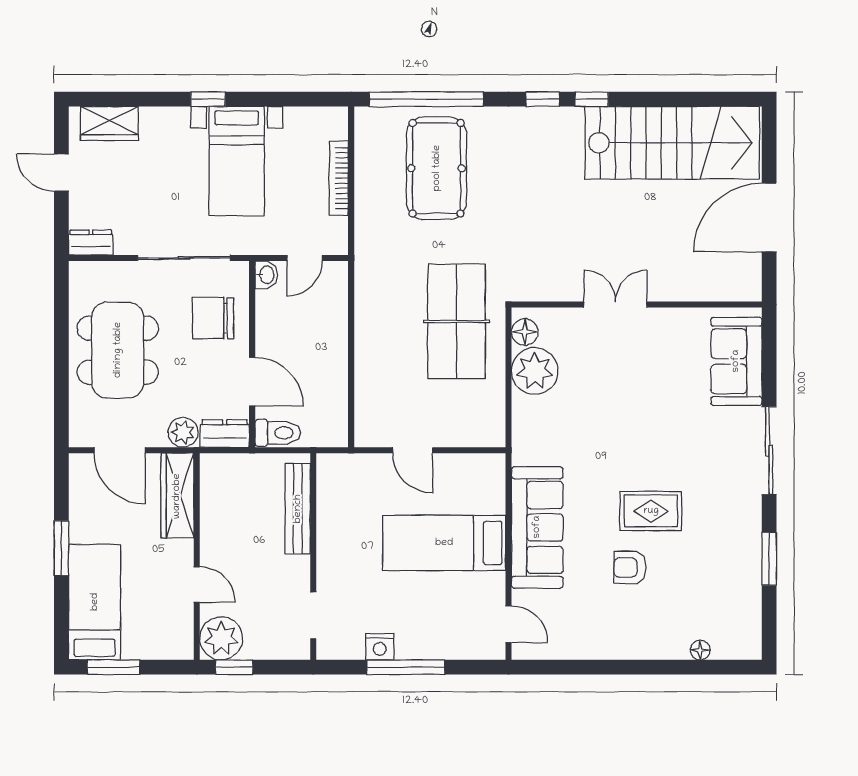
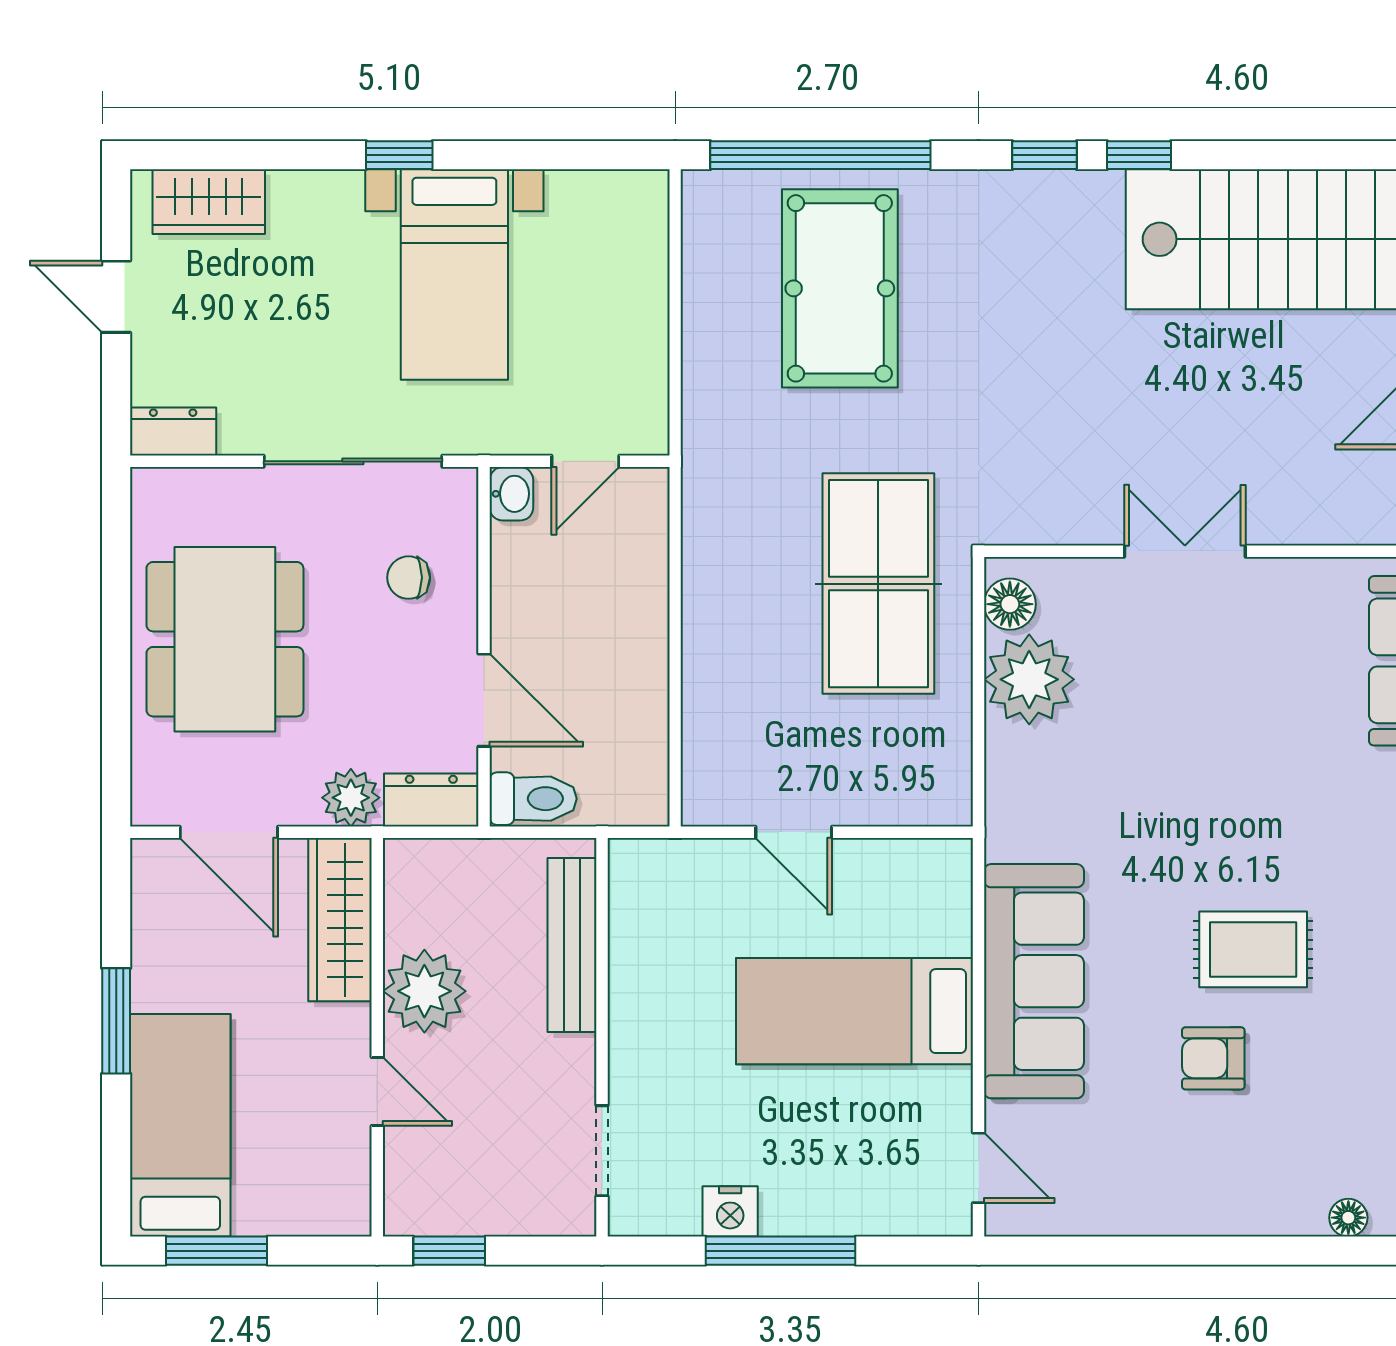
bookcase: (339, 178) -> (651, 308), removed
chair: (213, 318) -> (409, 578), width x0.54, depth x0.54
plant: (221, 638) -> (424, 991), moved

